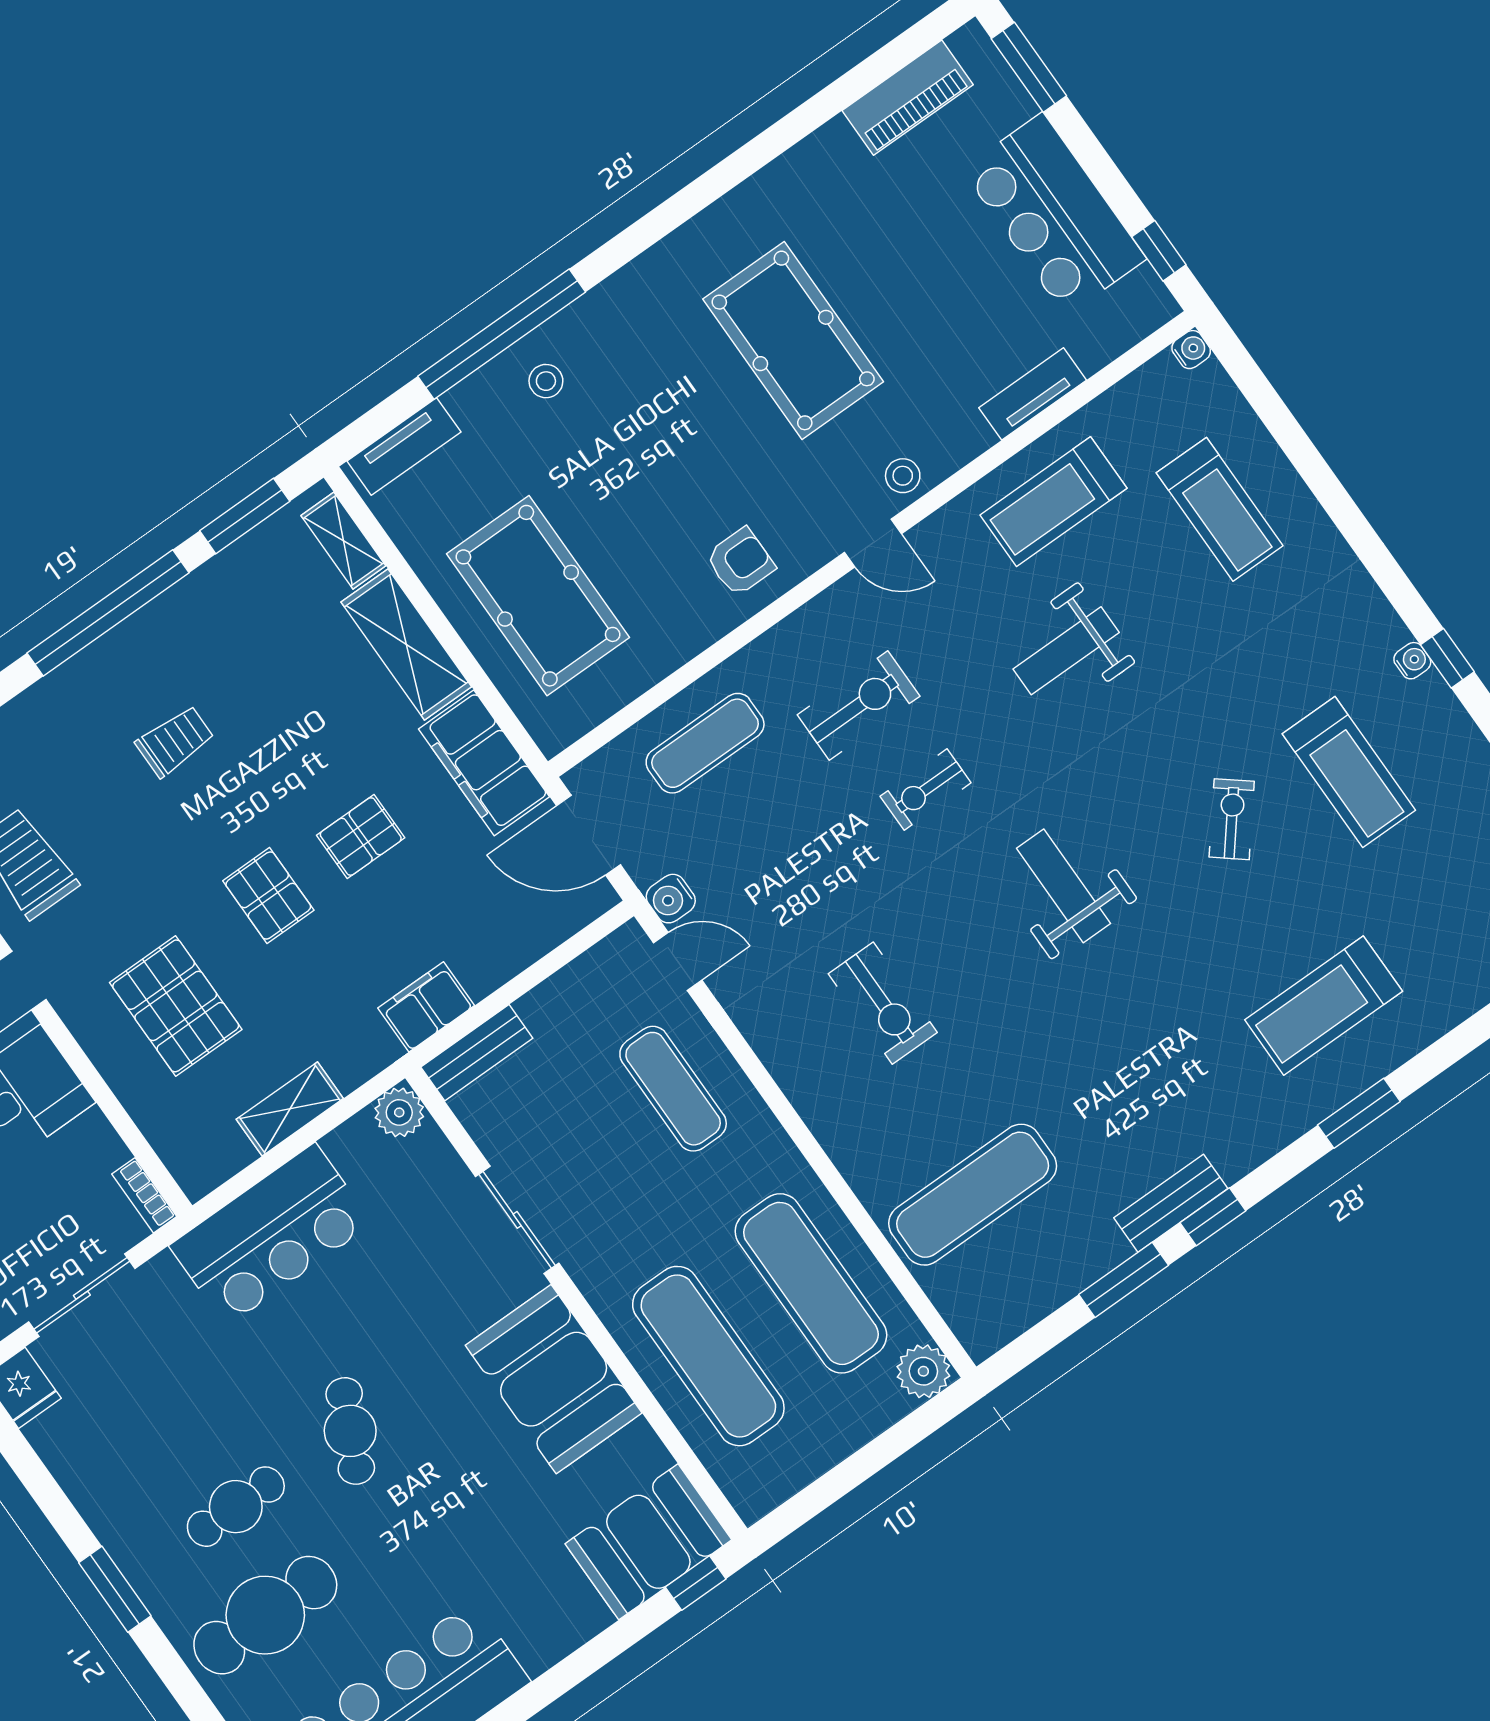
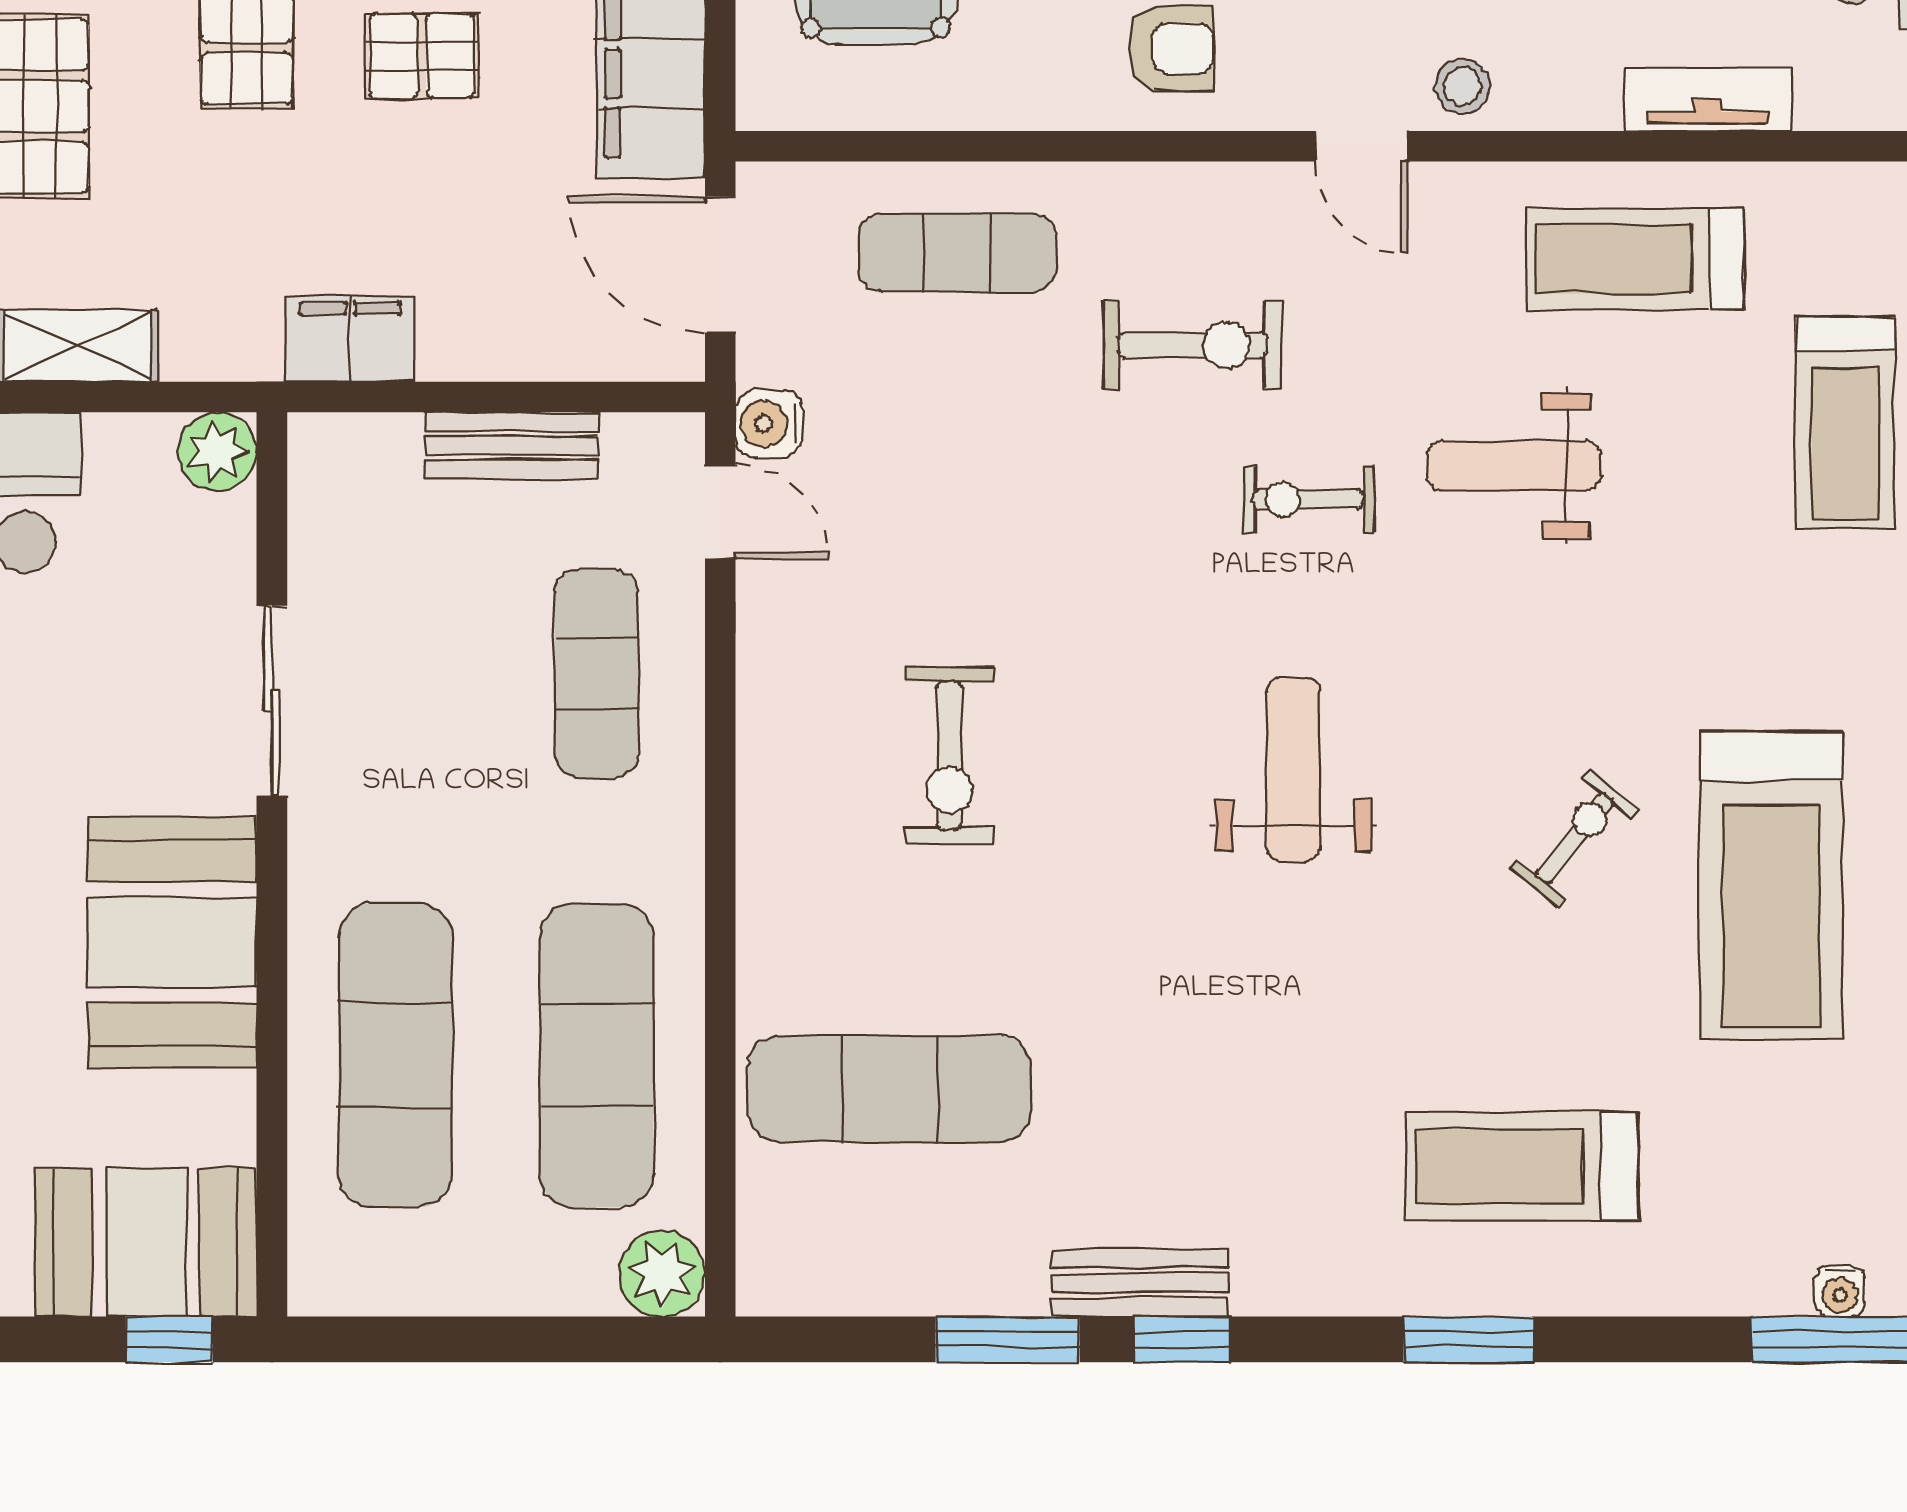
treadmill: (1349, 772) -> (1771, 885), width x1.37, depth x1.38
exercise bike: (926, 790) -> (1308, 499), moved
bench: (477, 1053) -> (512, 445), moved

